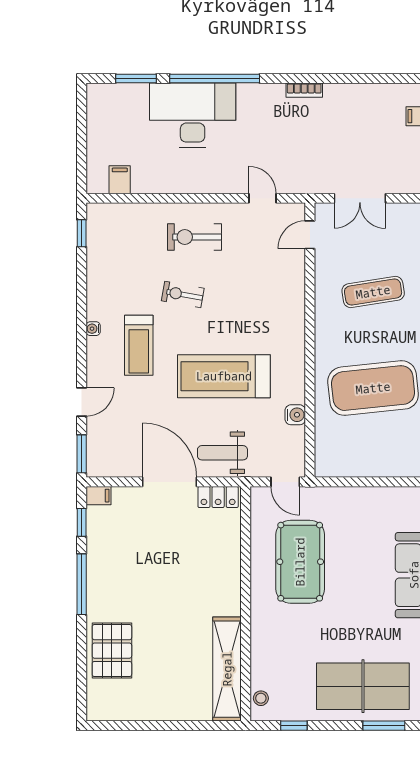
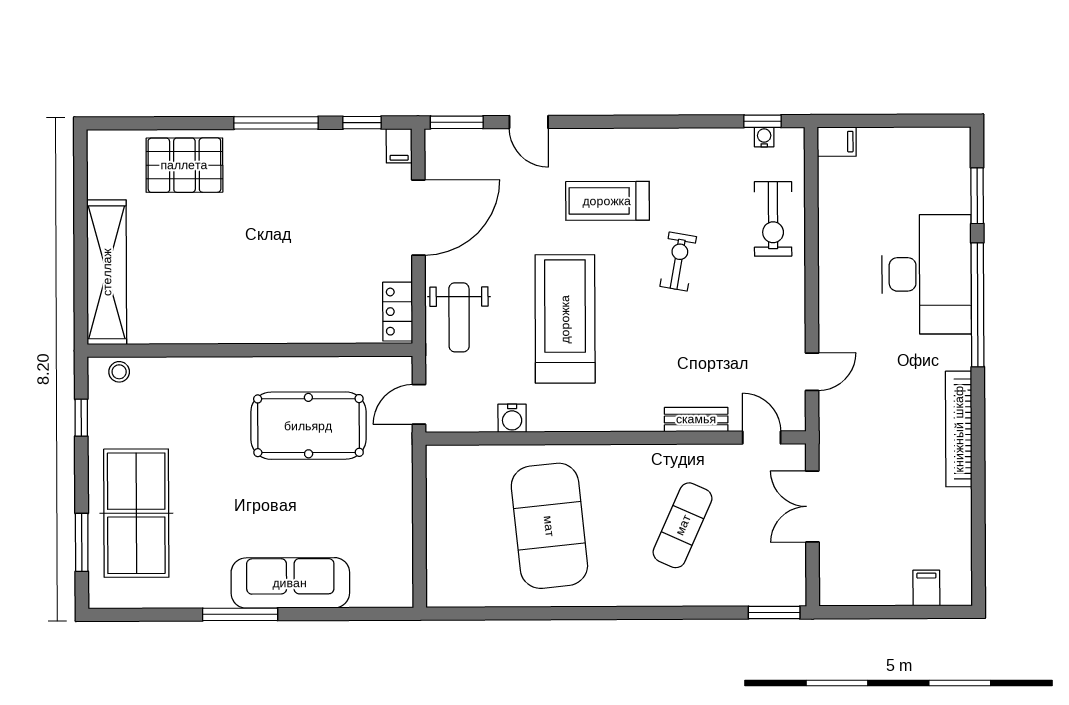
bookcase: (304, 90) -> (959, 429), width x2.31, depth x1.31
filing cabinet: (120, 180) -> (837, 142), moved
exercise bike: (194, 237) -> (773, 219), moved, turned 180
bench: (297, 282) -> (696, 419), added
exercise mat: (373, 292) -> (683, 525), turned 33
water cooler: (93, 329) -> (764, 137), moved
weight bench: (222, 453) -> (459, 317), turned 180
door: (170, 482) -> (418, 218), moved
shelving: (227, 669) -> (107, 272), moved, turned 90

